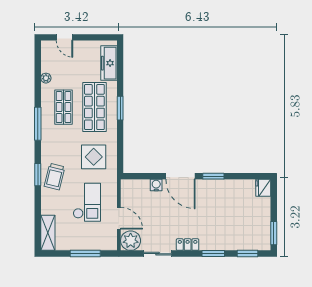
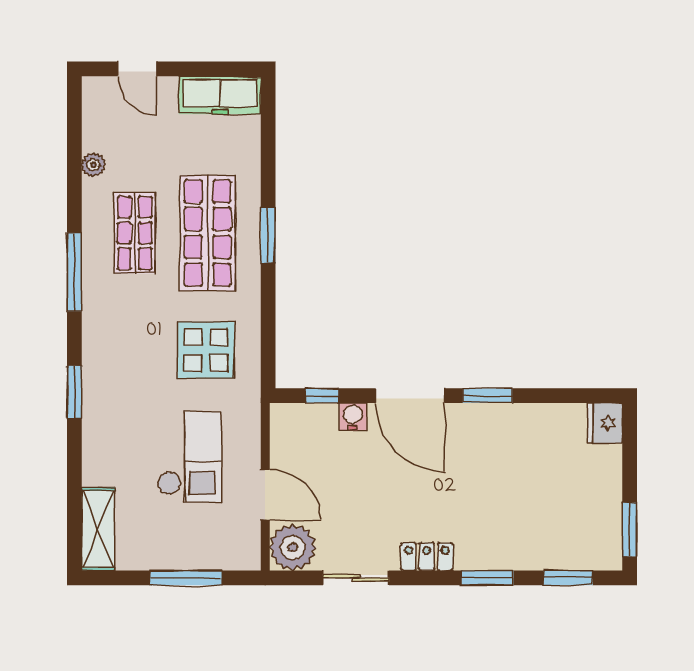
freezer: (109, 63) -> (220, 95), moved, turned -90
window: (143, 176) -> (322, 396), added
trolley: (55, 177) -> (114, 397), removed

